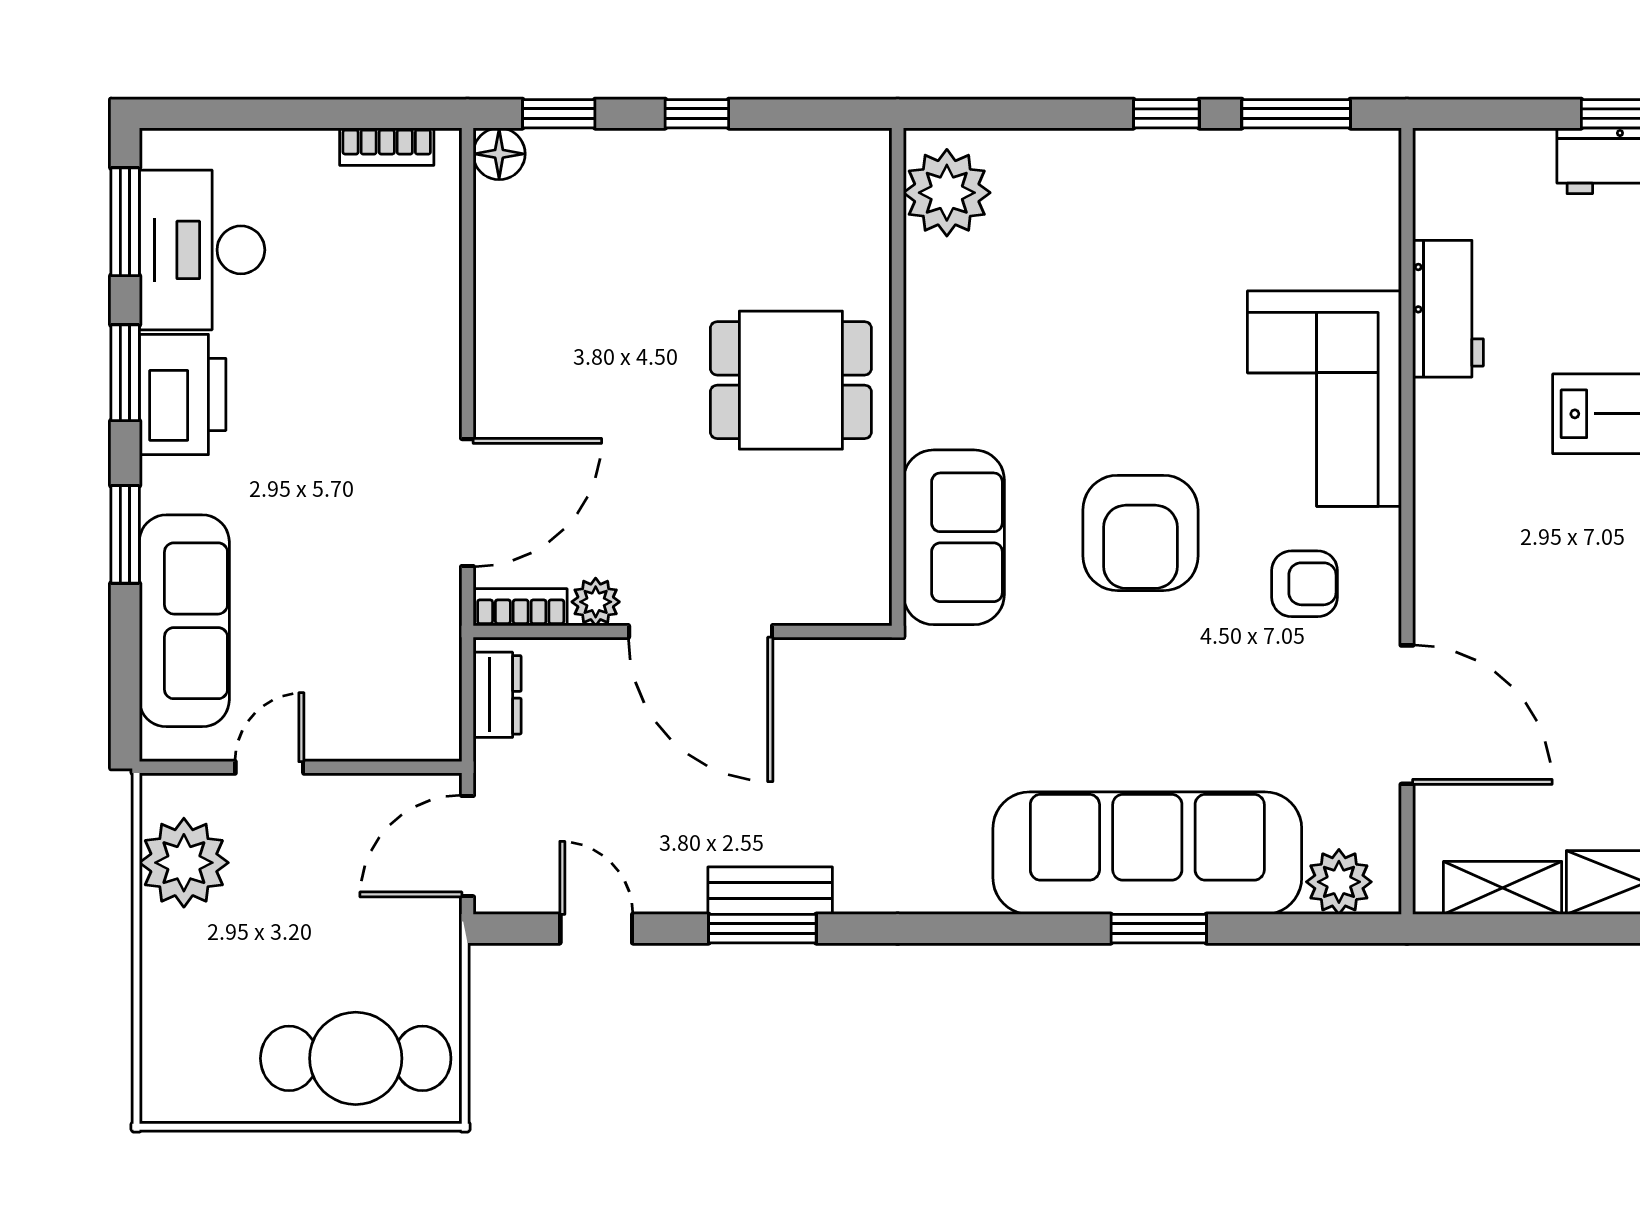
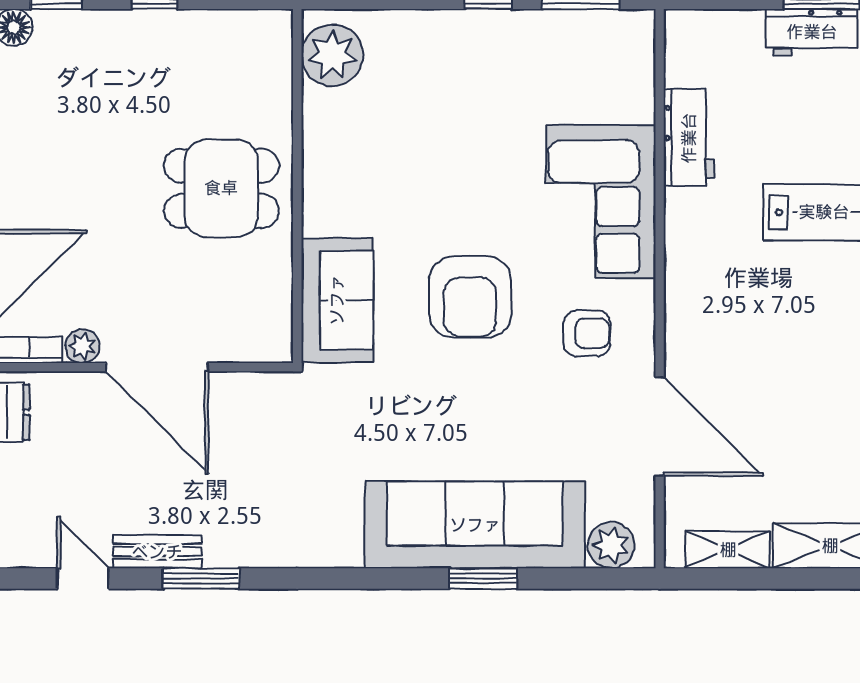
bench: (770, 891) -> (157, 552), moved

